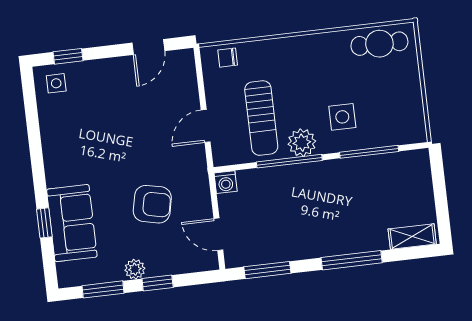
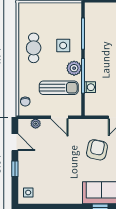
cafe table: (379, 44) -> (34, 48), moved
window: (68, 56) -> (15, 169), moved
plant: (188, 82) -> (36, 124), added
washing machine: (226, 182) -> (90, 87), moved

